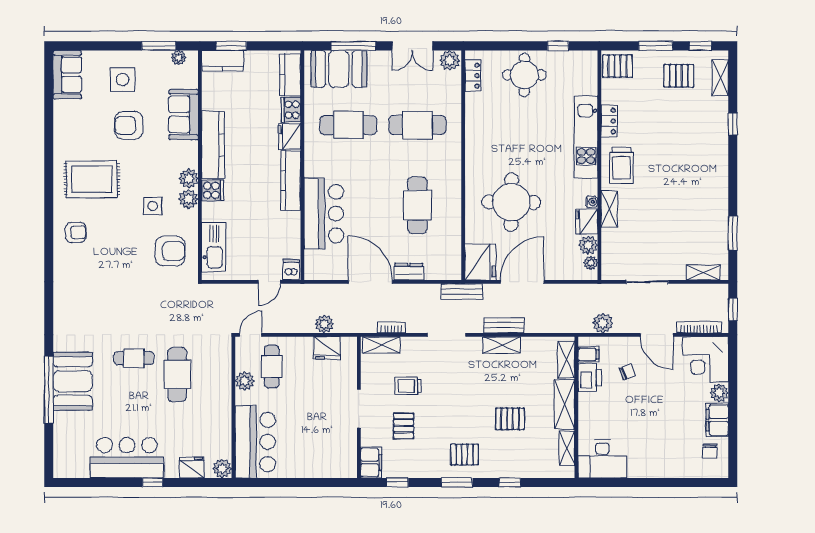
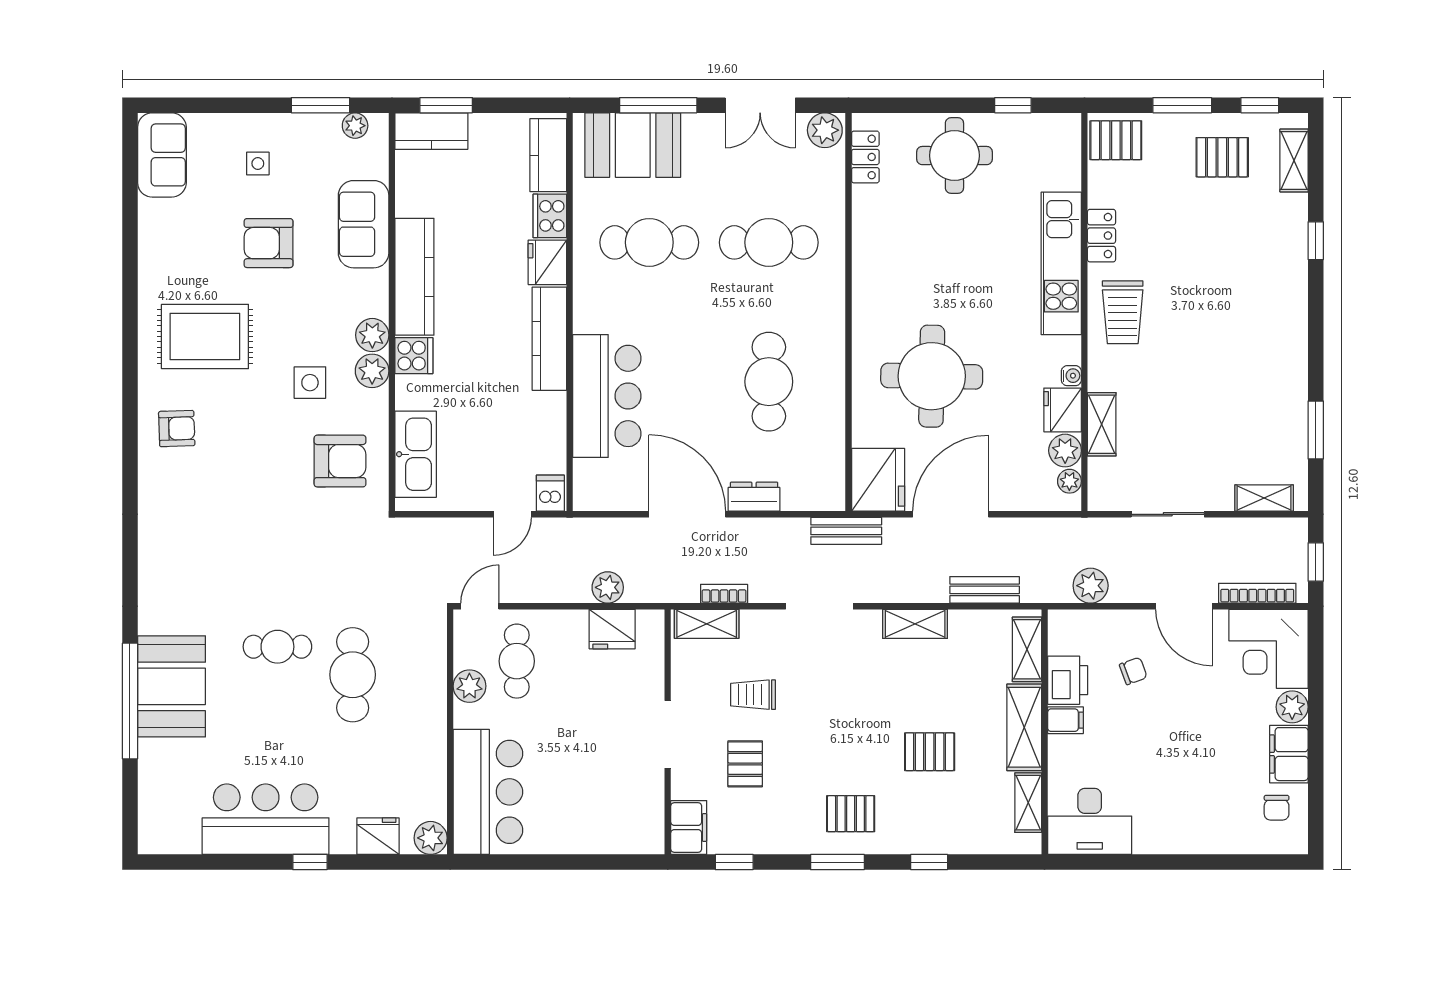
side table: (123, 79) -> (258, 163), width x0.54, depth x0.54
shelving: (609, 209) -> (1102, 424), moved
bench: (504, 325) -> (985, 590), moved
filing cabinet: (588, 354) -> (1065, 720), moved

